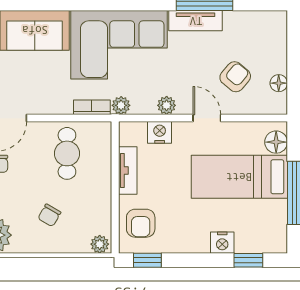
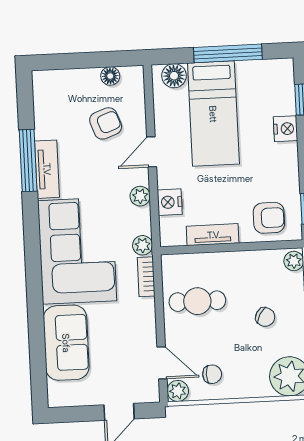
armchair: (235, 77) -> (106, 123), turned 120

